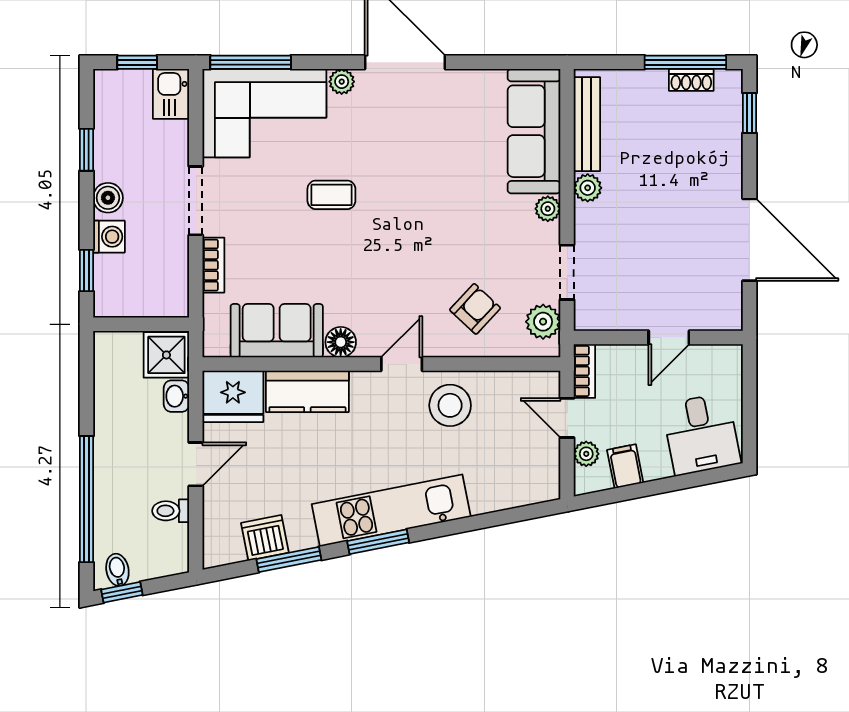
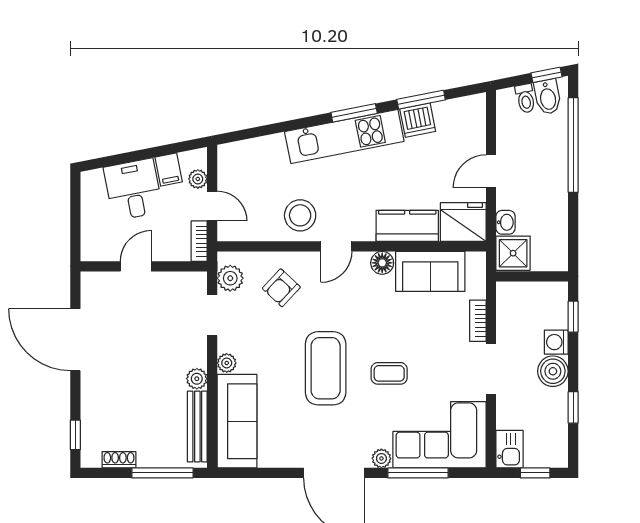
window: (251, 62) -> (418, 473), moved
window: (685, 62) -> (162, 473), moved
boiler: (108, 198) -> (553, 371), width x1.36, depth x1.36
coffee table: (416, 202) -> (326, 368), added
desk: (701, 434) -> (133, 189), moved
toilet: (171, 511) -> (525, 98), moved, turned 79
dishwasher: (265, 538) -> (418, 120), moved
bidet: (117, 570) -> (548, 97), width x1.38, depth x1.36

